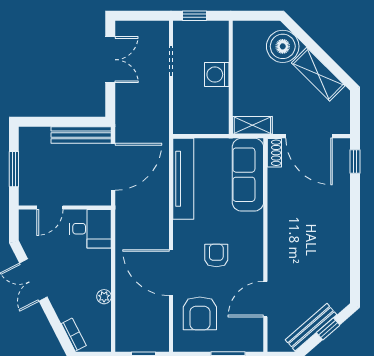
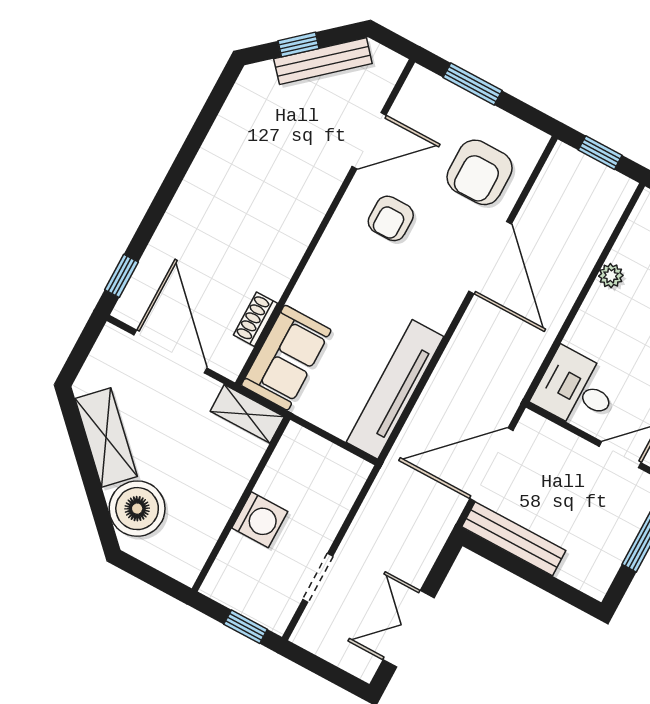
shoe rack: (274, 153) -> (256, 319), moved
sofa: (248, 175) -> (286, 358), width x0.73
armchair: (216, 255) -> (391, 218), moved
armchair: (200, 313) -> (480, 172), turned 180

